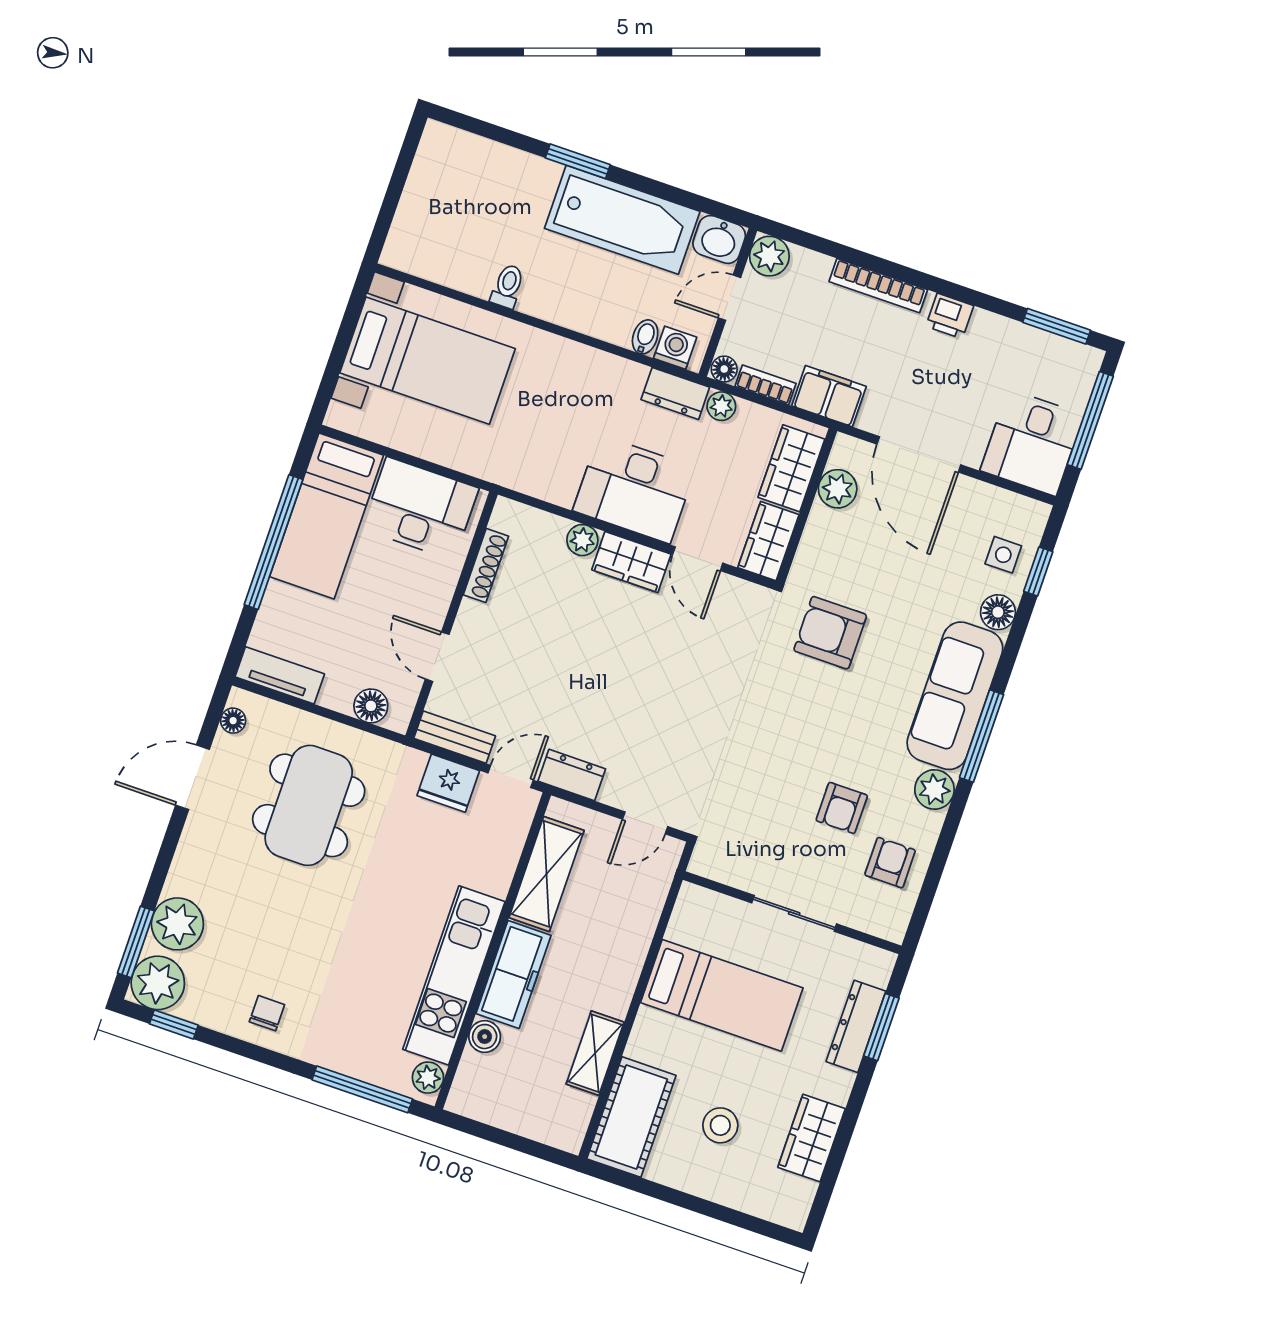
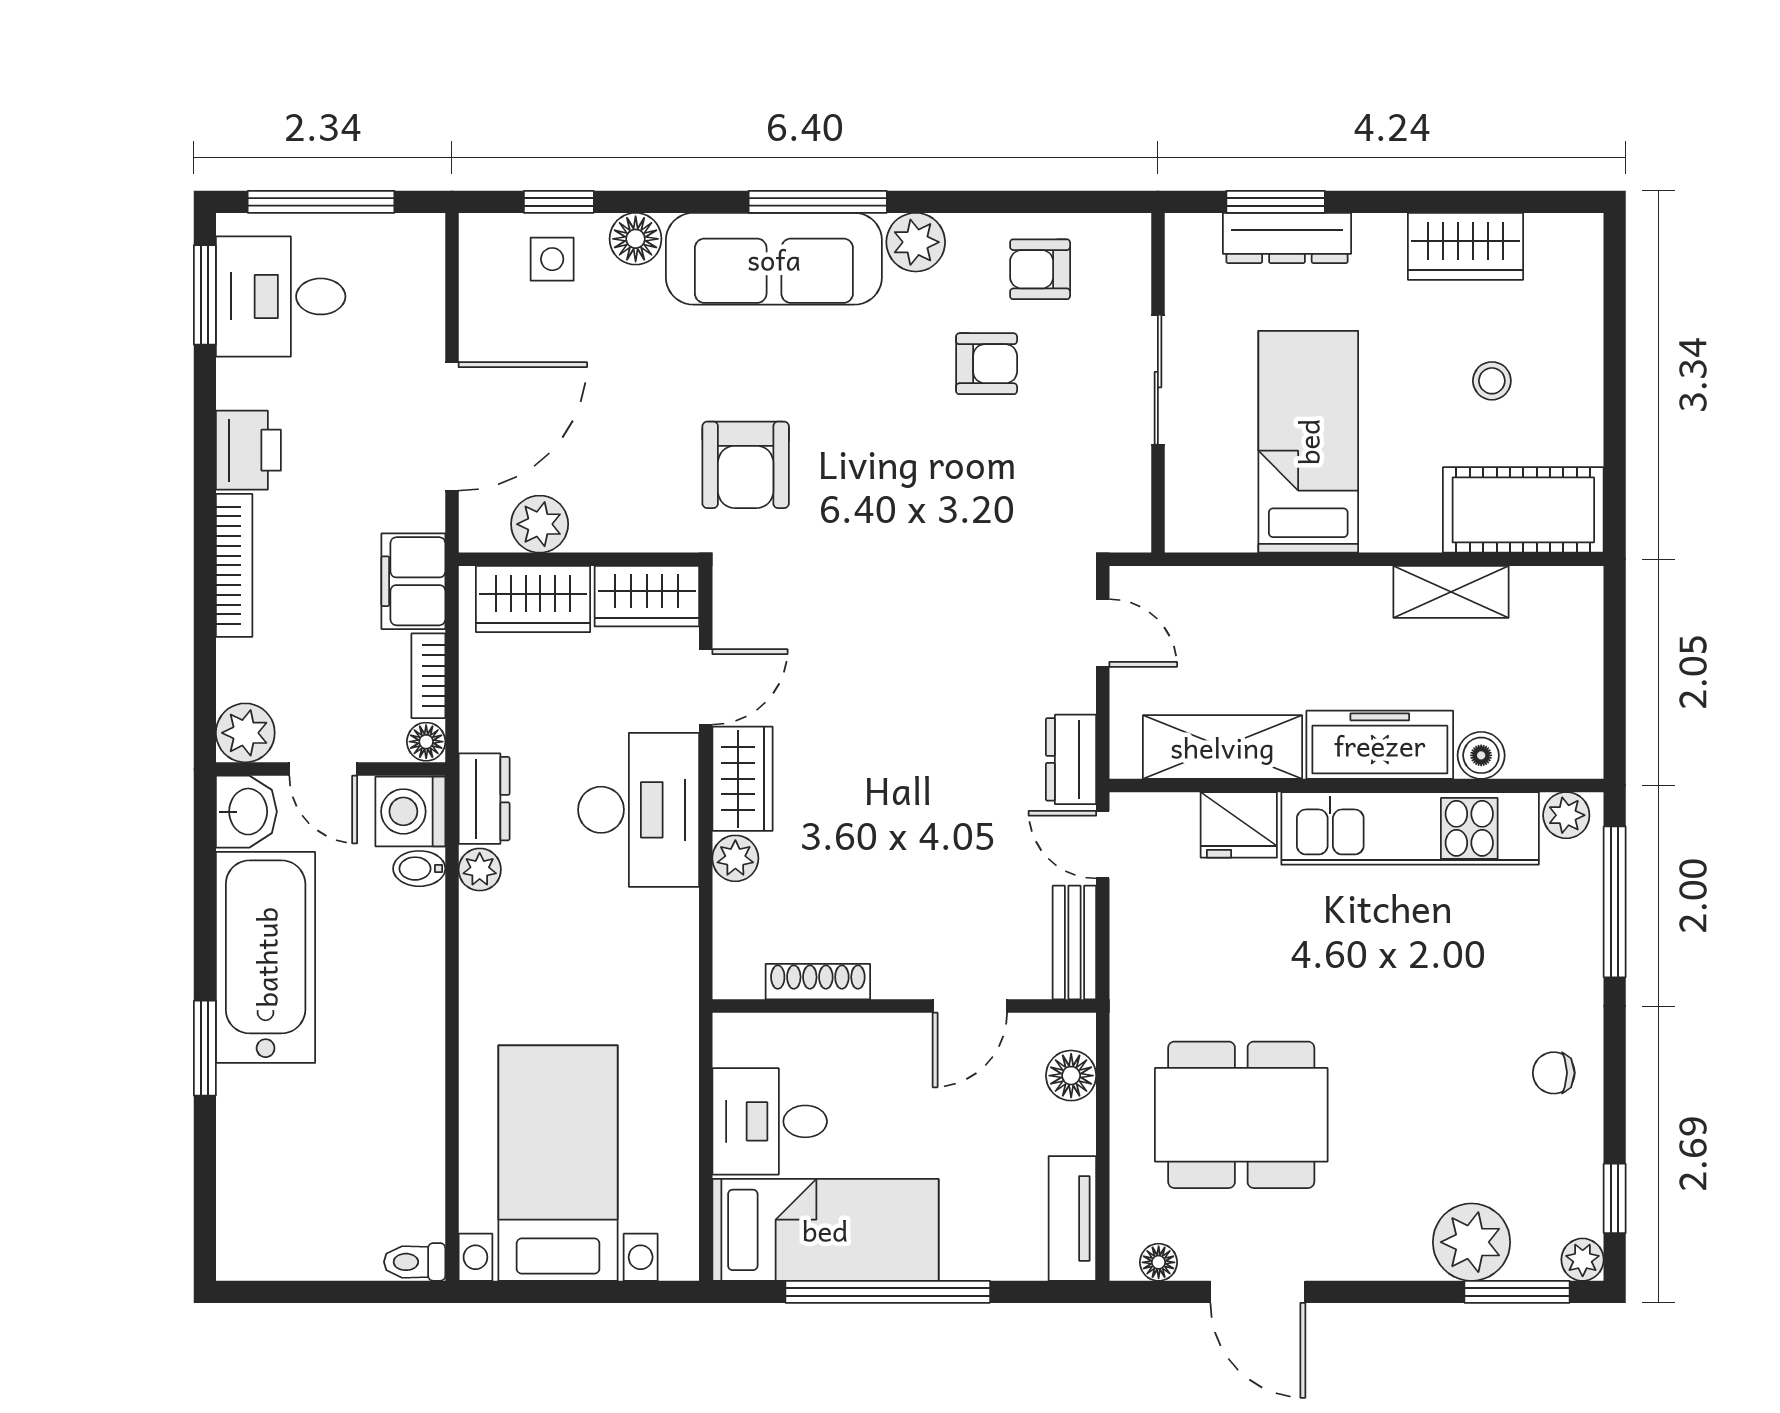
toilet: (508, 286) -> (415, 1262), moved
printer: (950, 316) -> (248, 450), width x1.36, depth x1.24
washing machine: (675, 348) -> (410, 811), width x1.38, depth x1.38
plant: (721, 406) -> (480, 870), moved
desk: (1032, 443) -> (281, 296), moved, turned 180
desk: (420, 509) -> (770, 1121), width x0.73
fridge: (448, 783) -> (1239, 825), moved, turned 90
plant: (158, 983) -> (1583, 1260), width x0.53, depth x0.53
stool: (720, 1125) -> (1492, 381), width x0.73, depth x0.73

